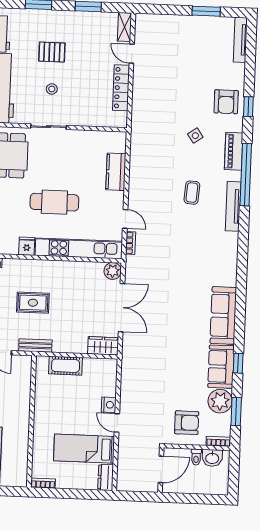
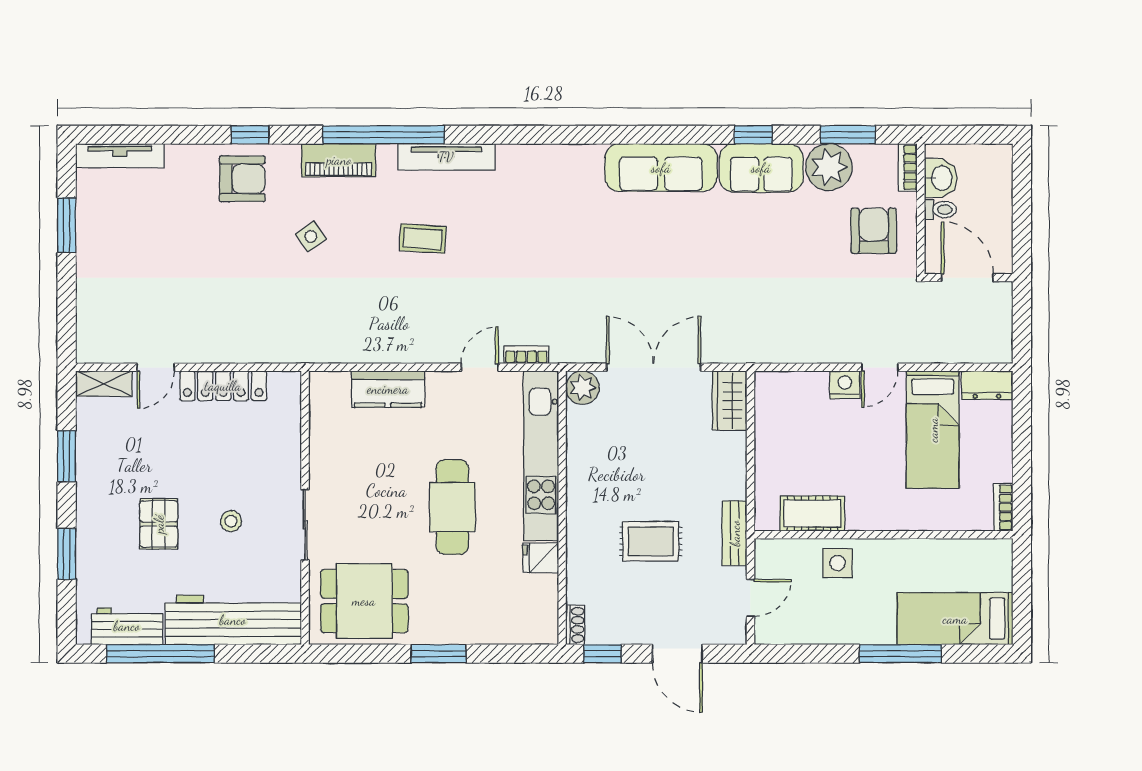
rug: (33, 303) -> (651, 541), turned 90
cot: (66, 366) -> (812, 514), moved, turned 90
side table: (18, 397) -> (837, 563), added

